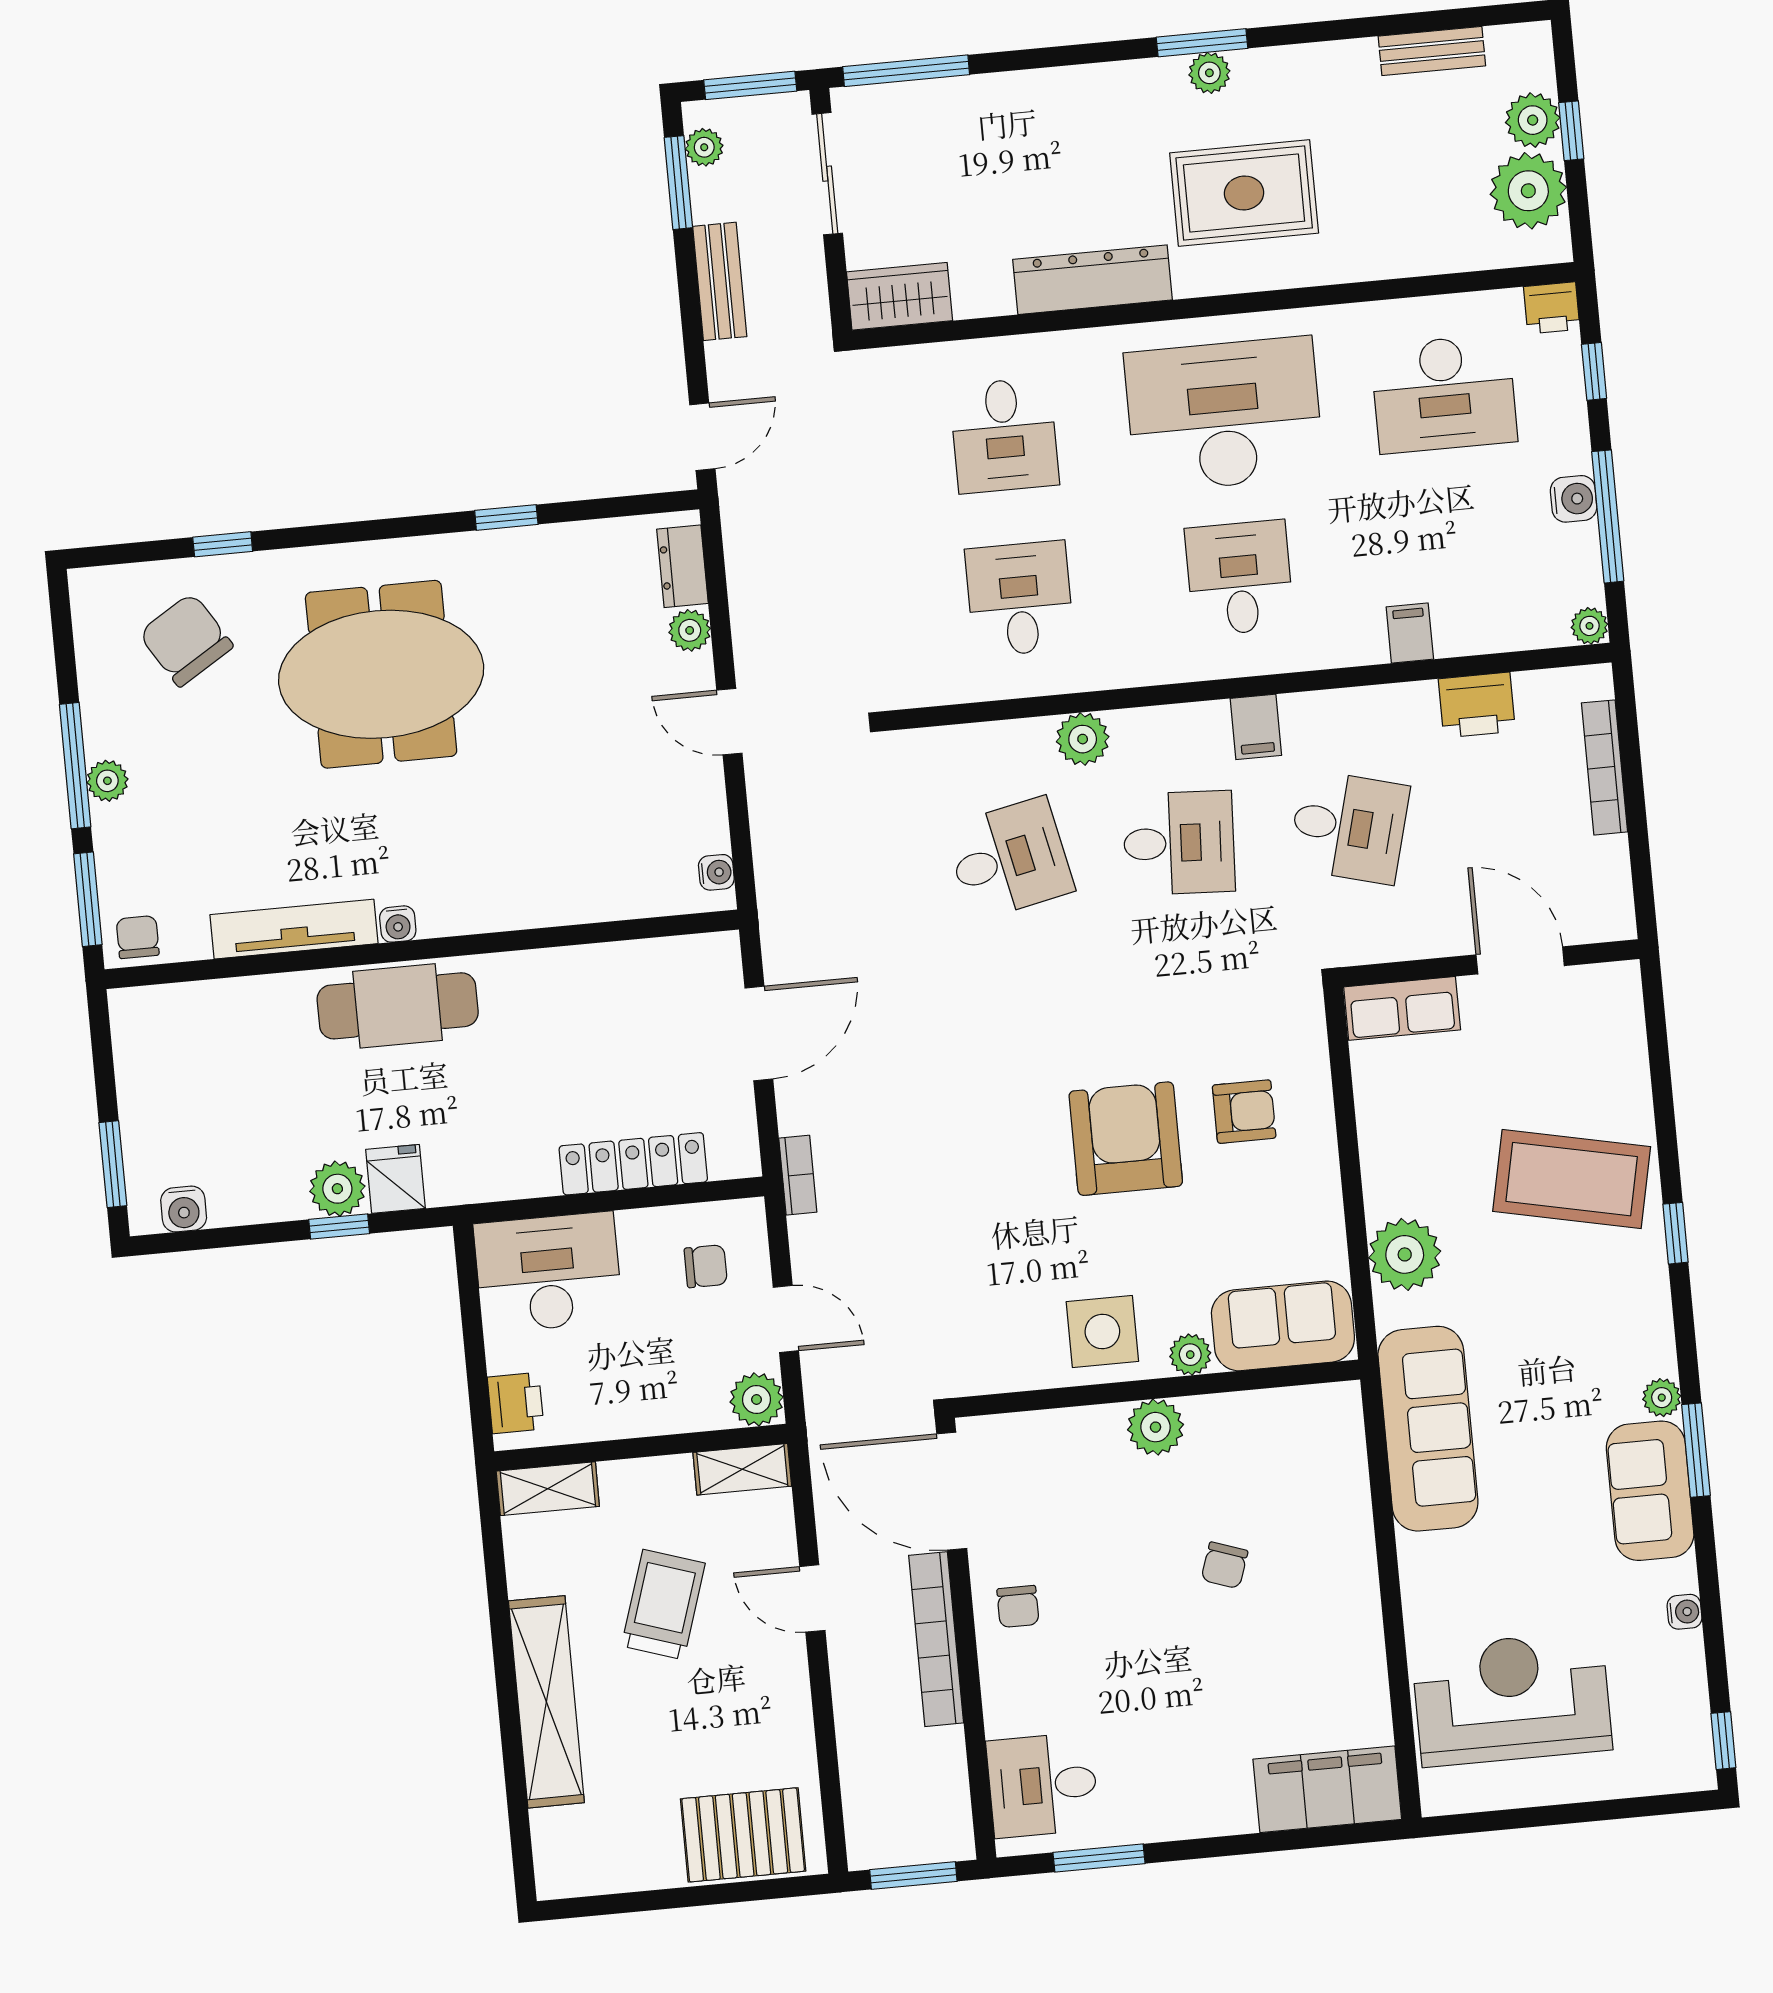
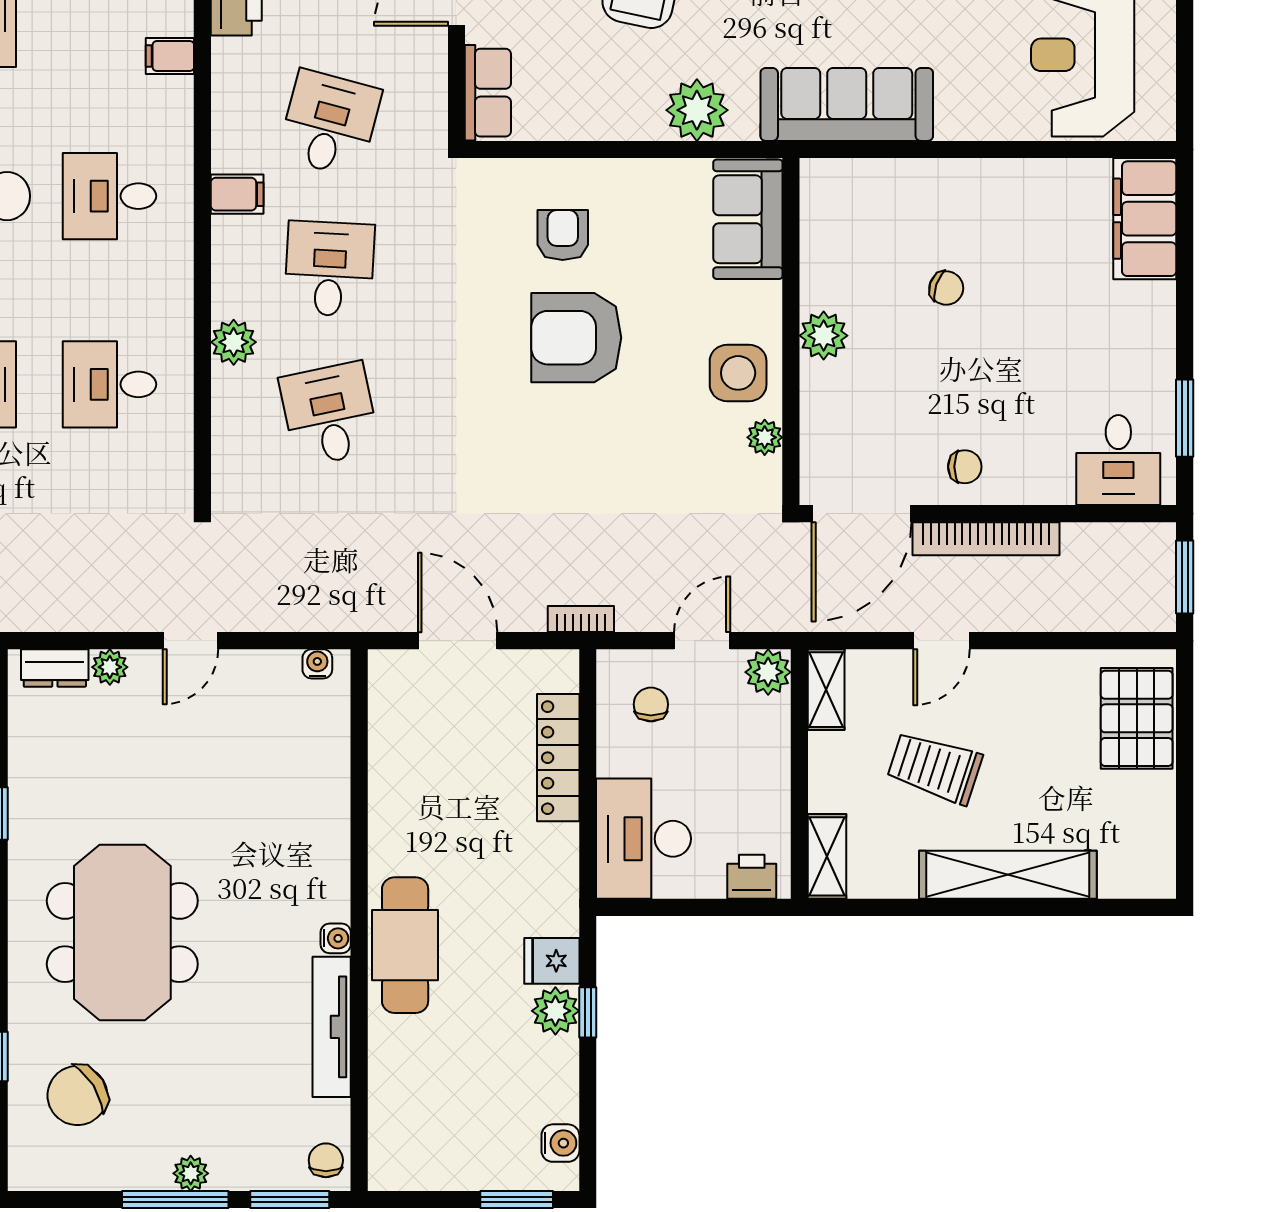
chair: (138, 937) -> (326, 1160), turned 90
plant: (1190, 1355) -> (765, 437), moved

